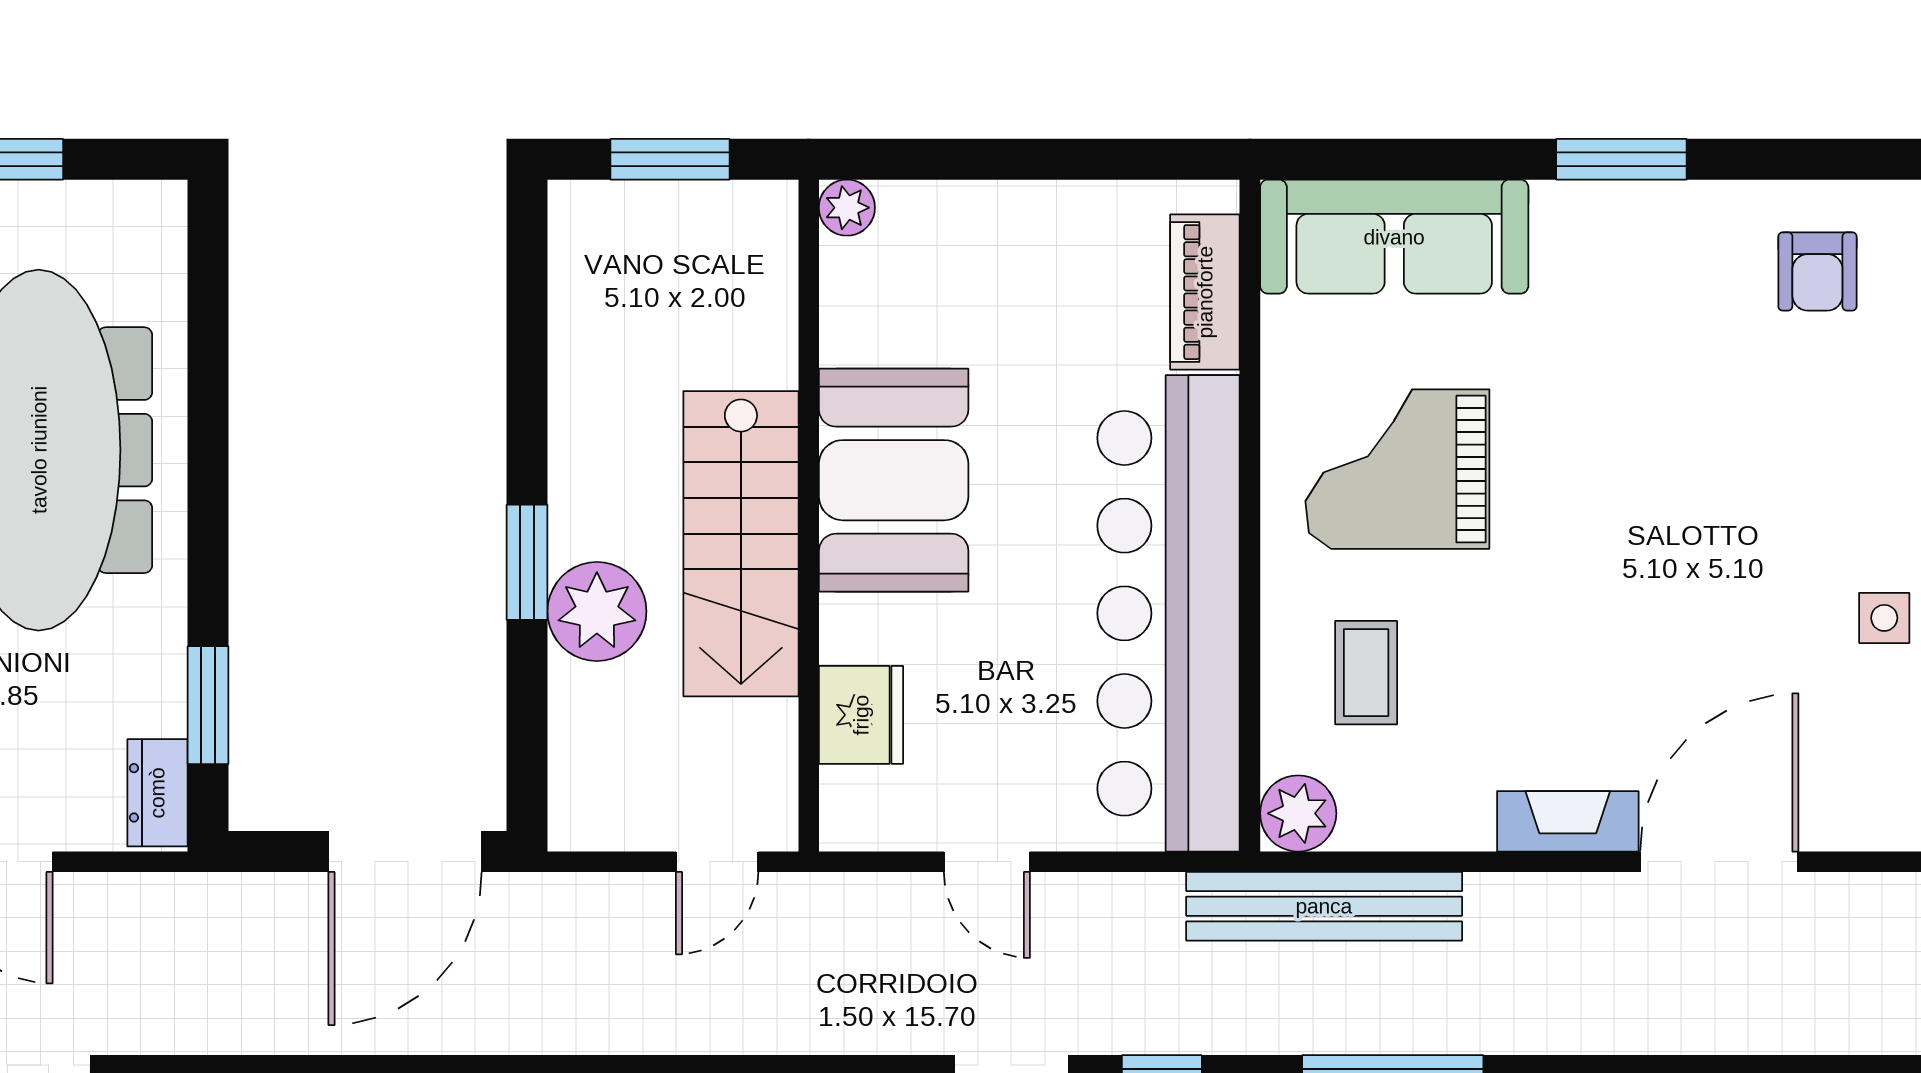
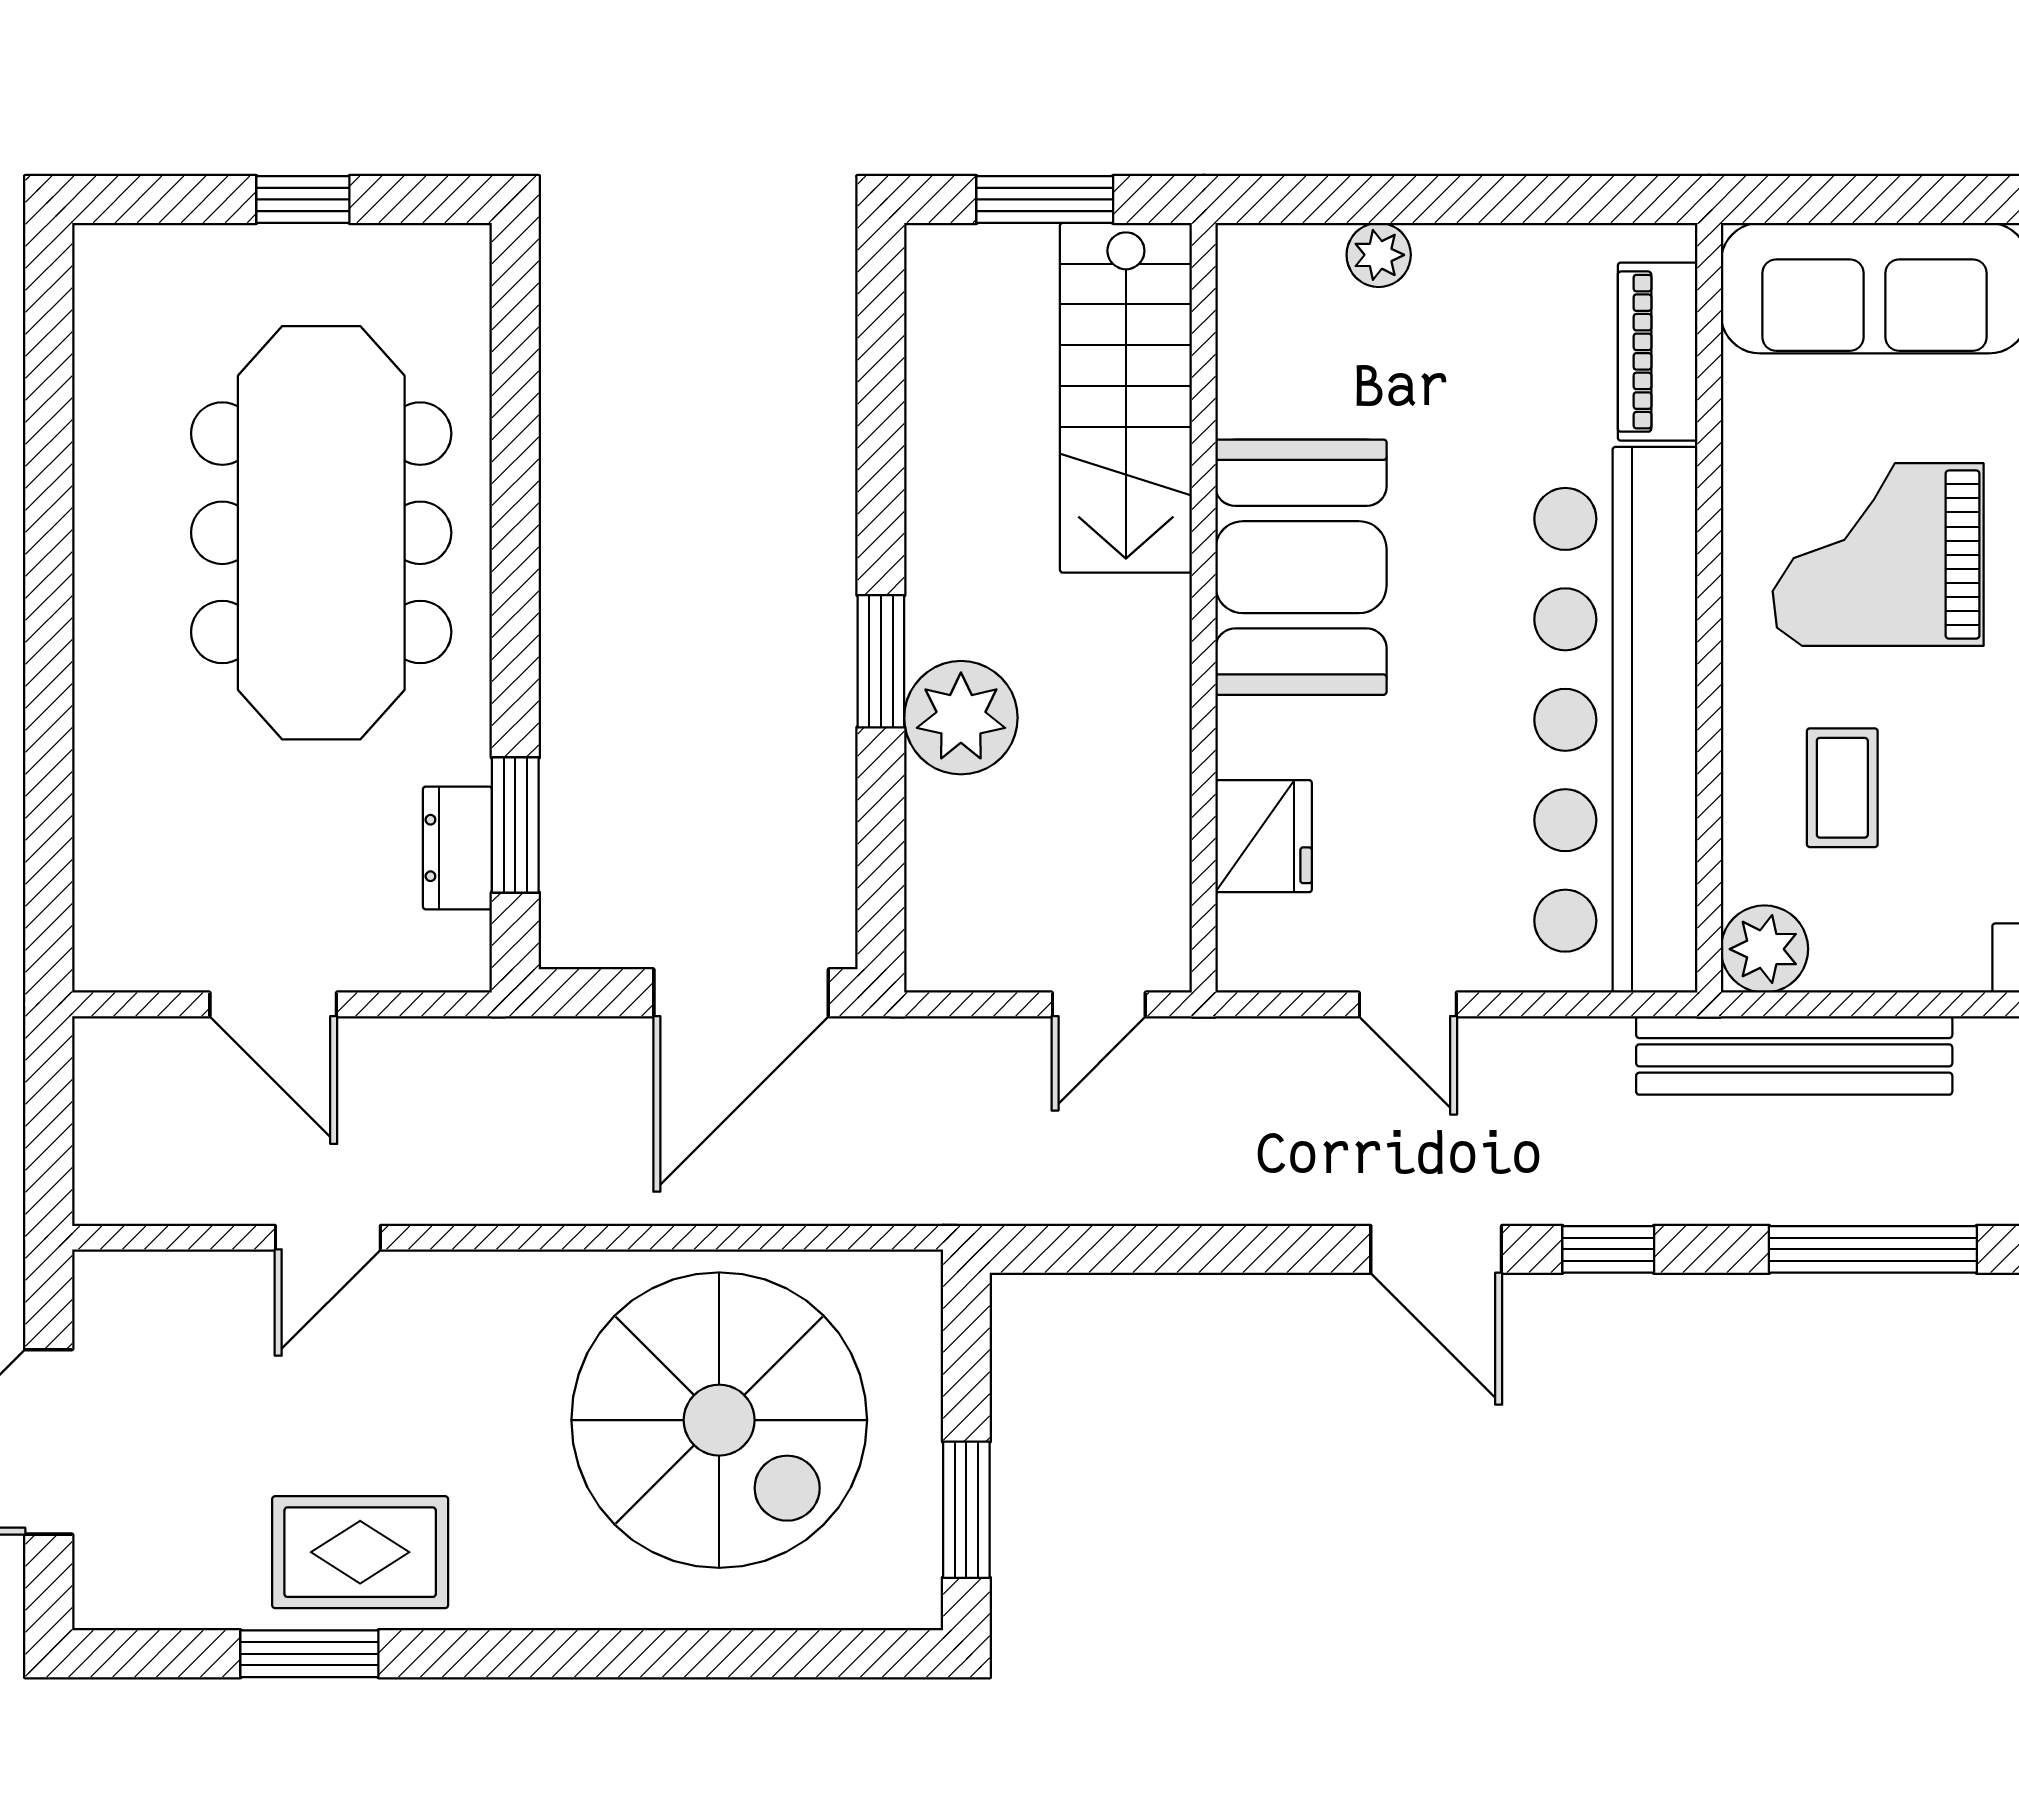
plant: (847, 208) -> (1379, 255), moved
stairs: (741, 544) -> (1126, 398), moved
dresser: (157, 793) -> (457, 848), moved

